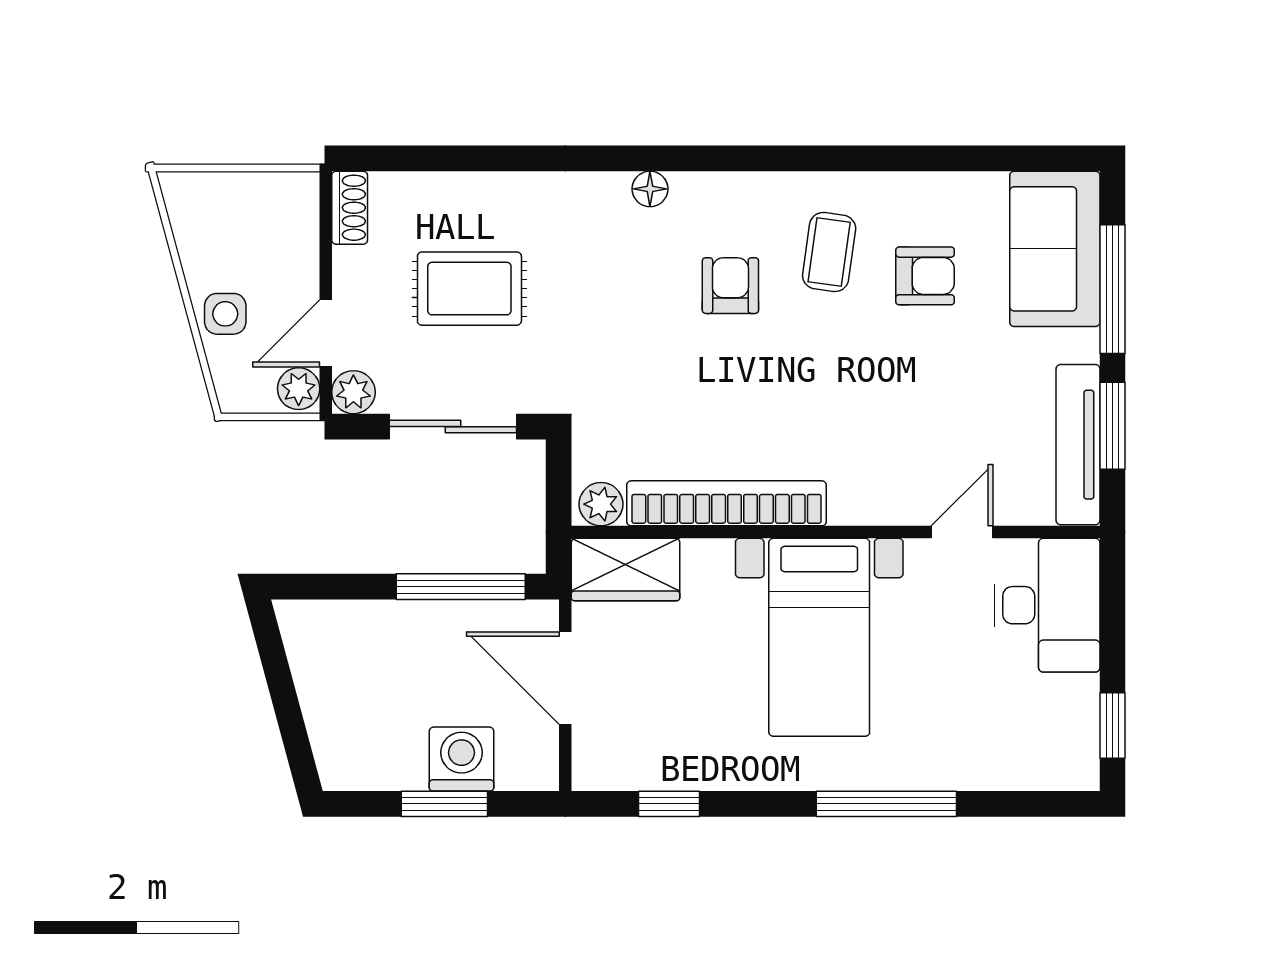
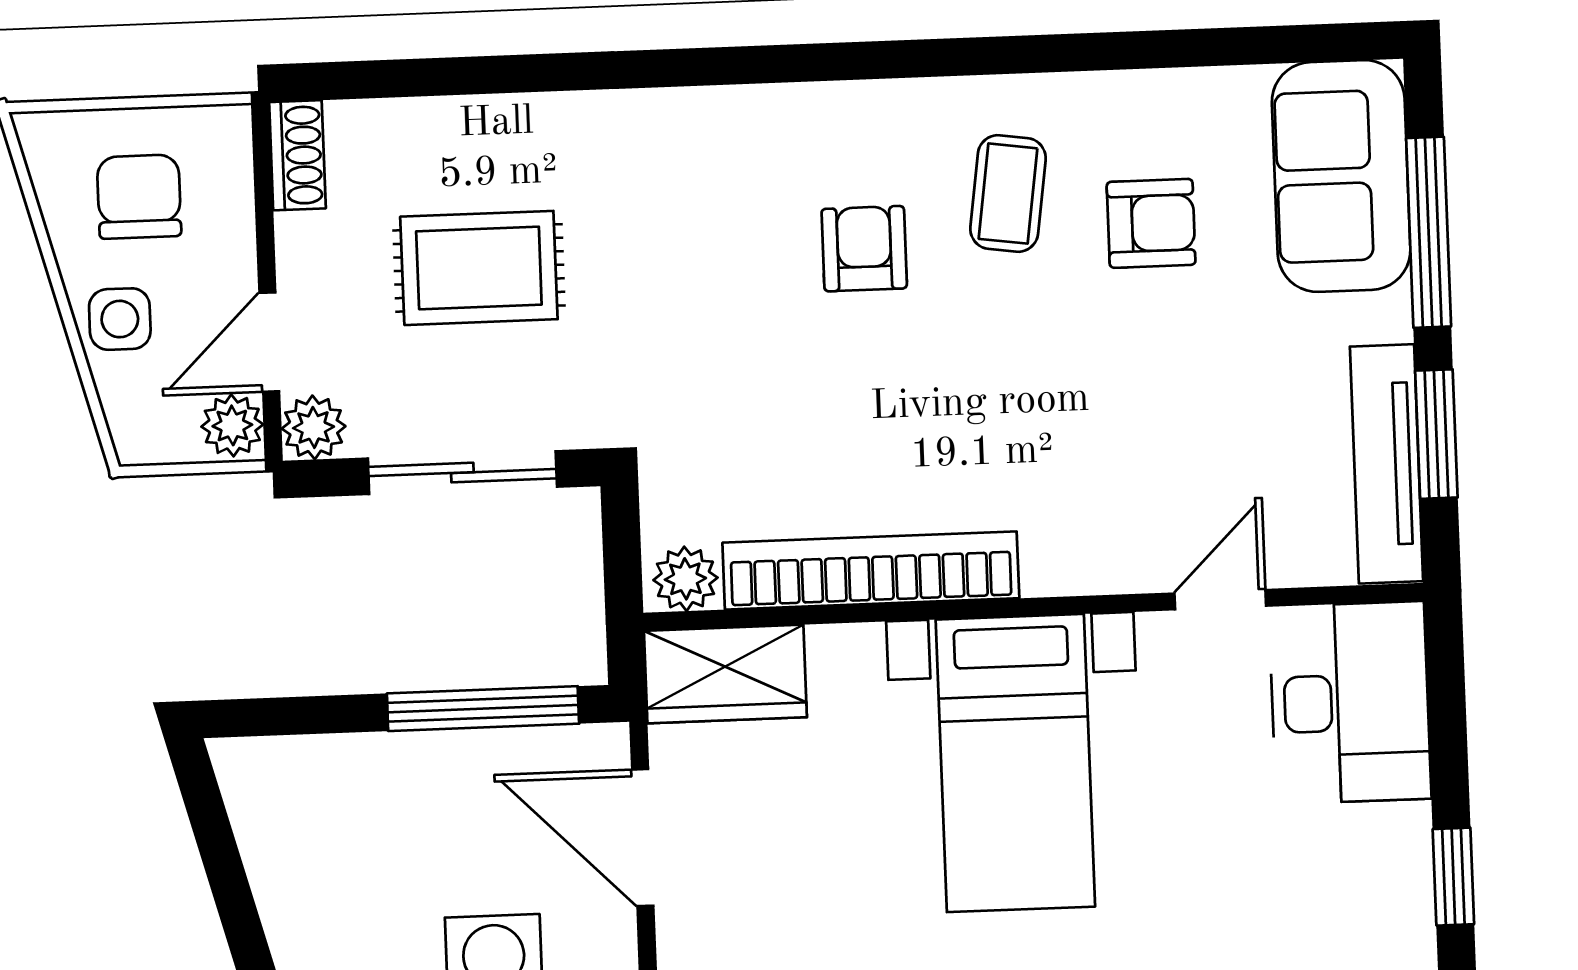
floor lamp: (650, 189) -> (740, 110), removed
chair: (241, 232) -> (139, 197), added

